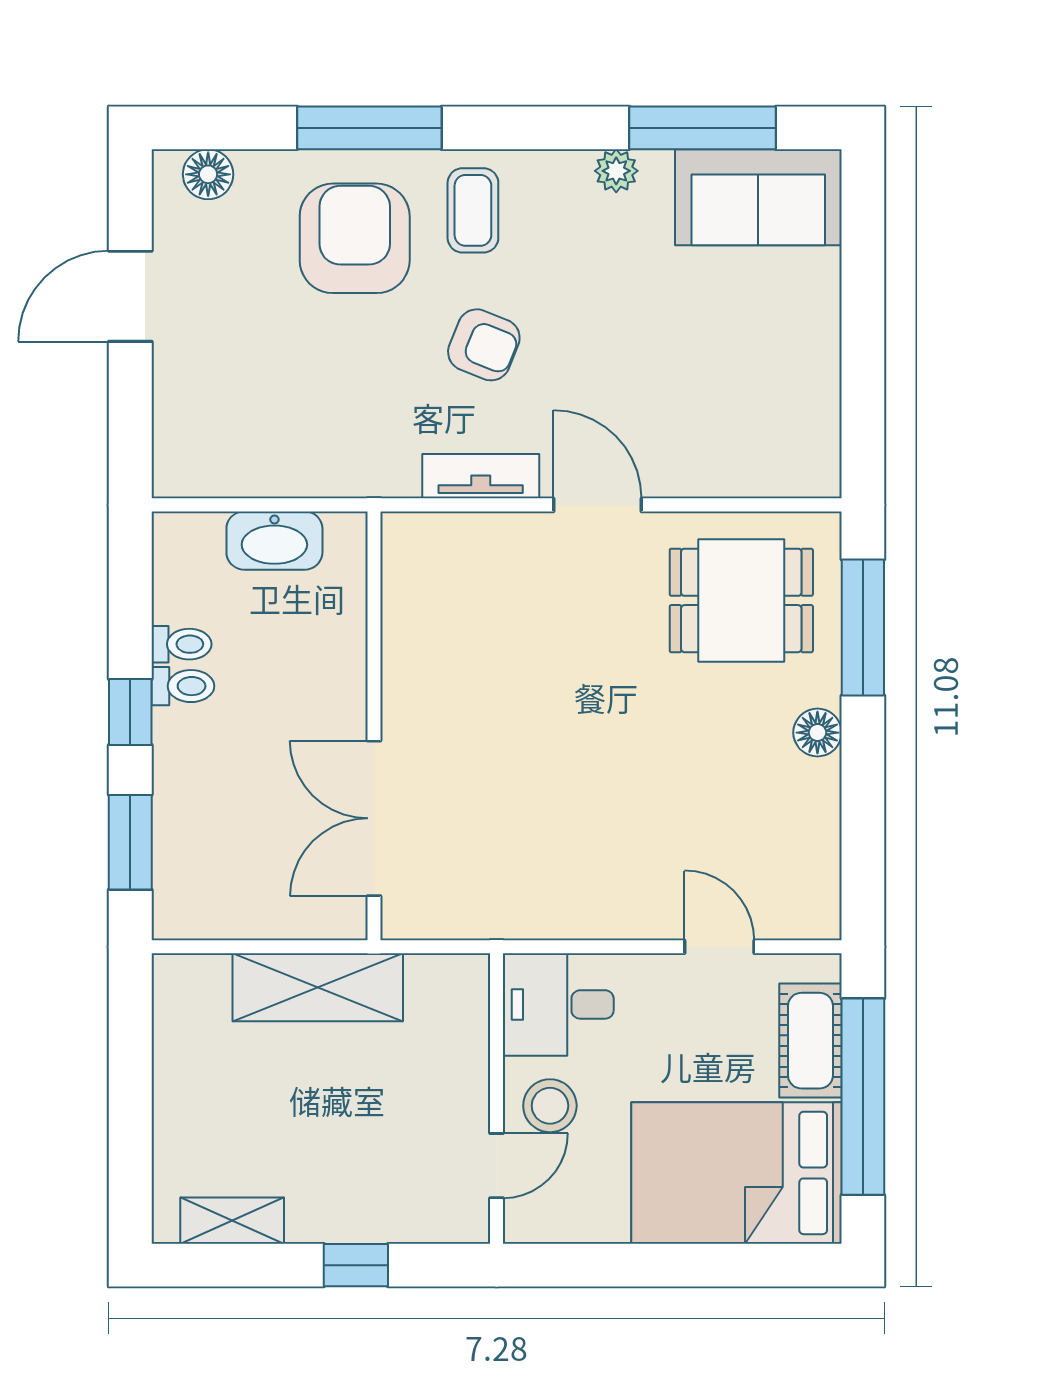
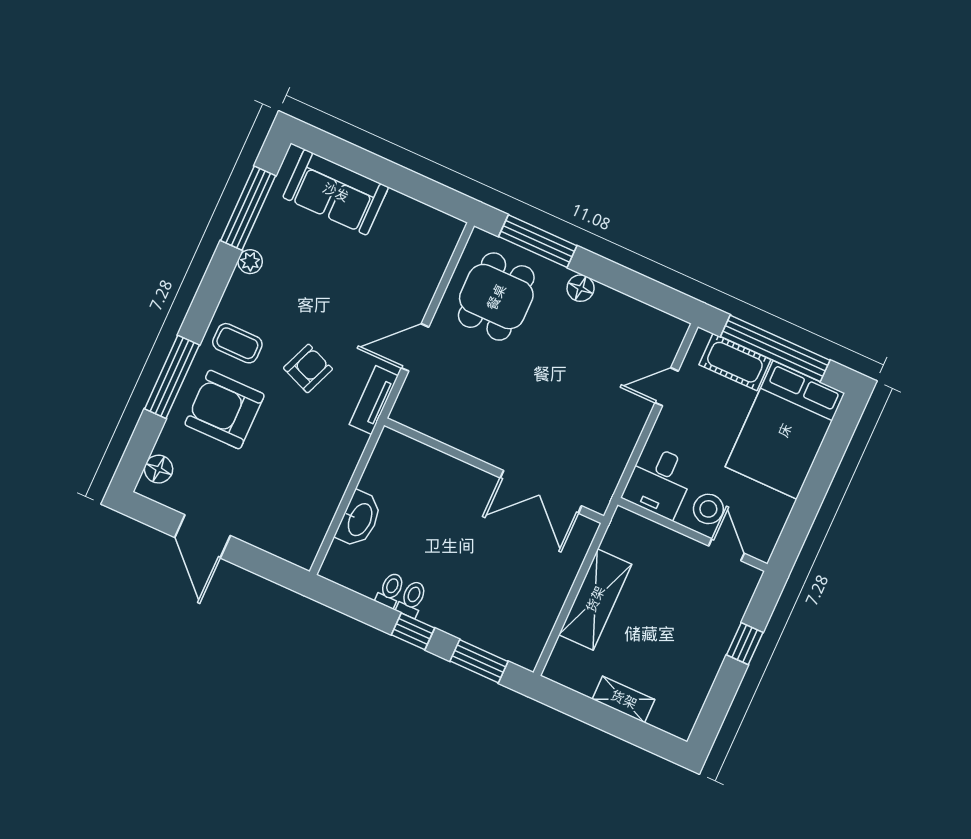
sofa: (758, 197) -> (336, 192), moved, turned 90
wall: (374, 726) -> (494, 471), moved
double door: (374, 818) -> (541, 492), moved
shelving: (232, 1221) -> (624, 699), moved, turned 90

